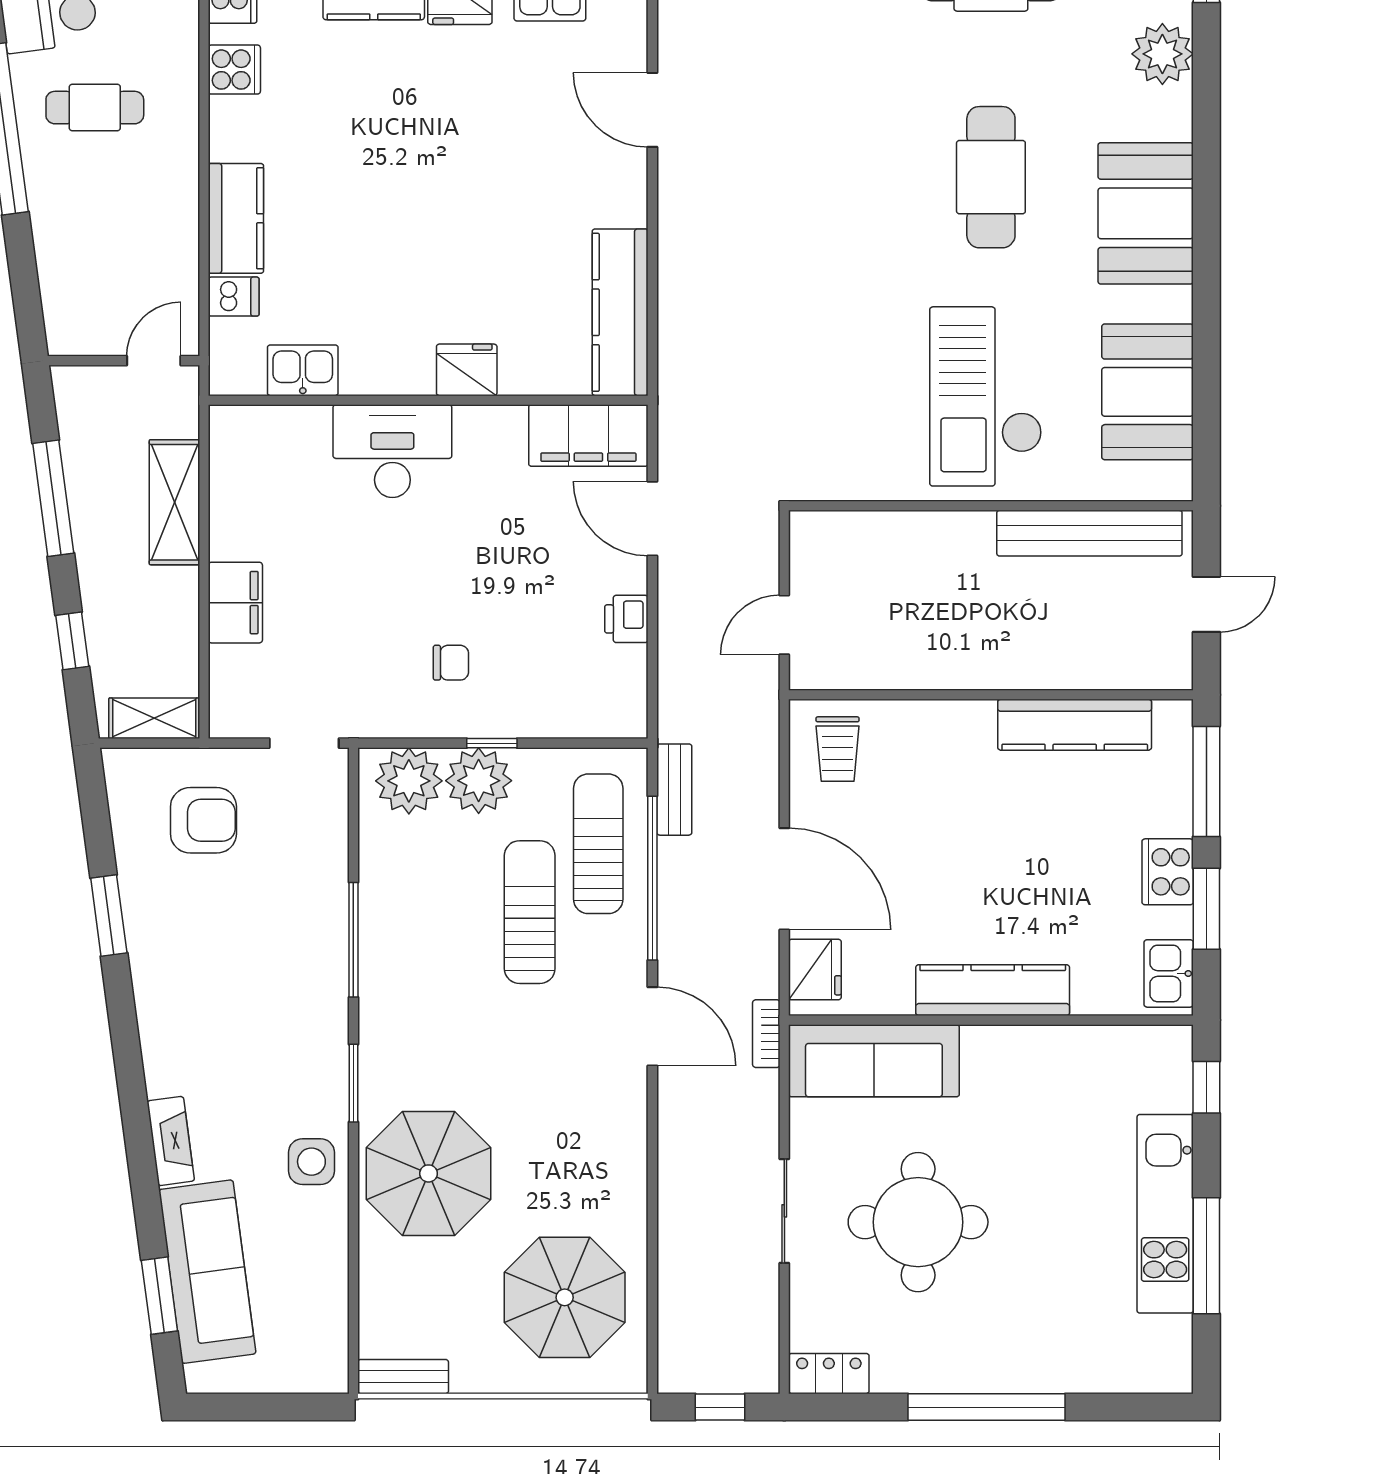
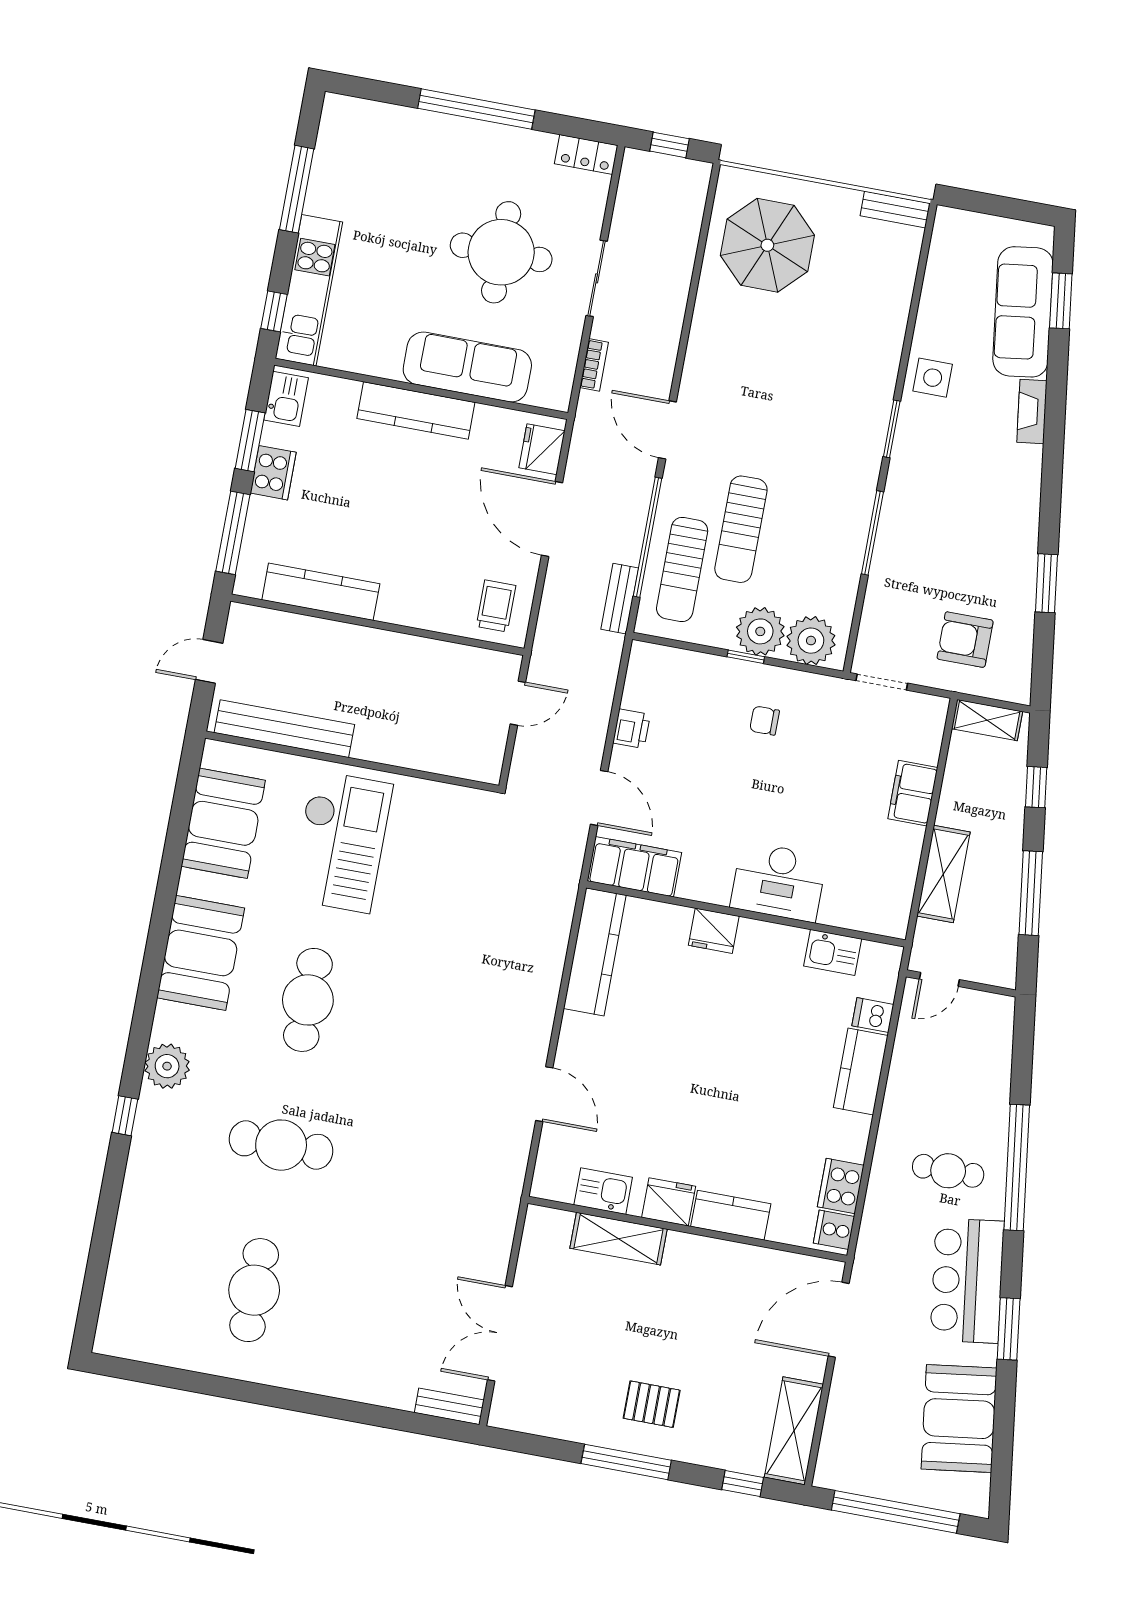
cooker: (234, 70) -> (841, 1186), width x1.36
bookcase: (766, 1034) -> (594, 365), moved
sofa: (874, 1061) -> (467, 367), moved
parasol: (429, 1173) -> (849, 353), removed
kitchen unit: (1165, 1214) -> (309, 290), moved

